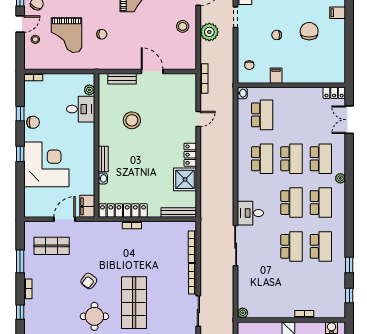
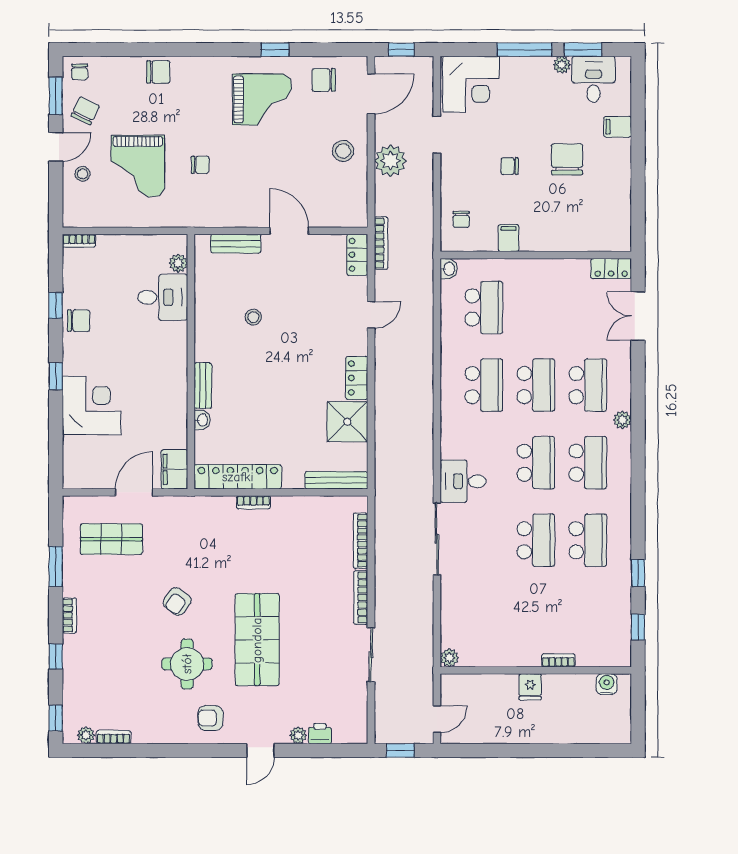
locker: (191, 85) -> (357, 255), added
stool: (132, 120) -> (253, 317), width x0.53, depth x0.53
corner desk: (46, 164) -> (92, 405), width x0.74, depth x0.74

